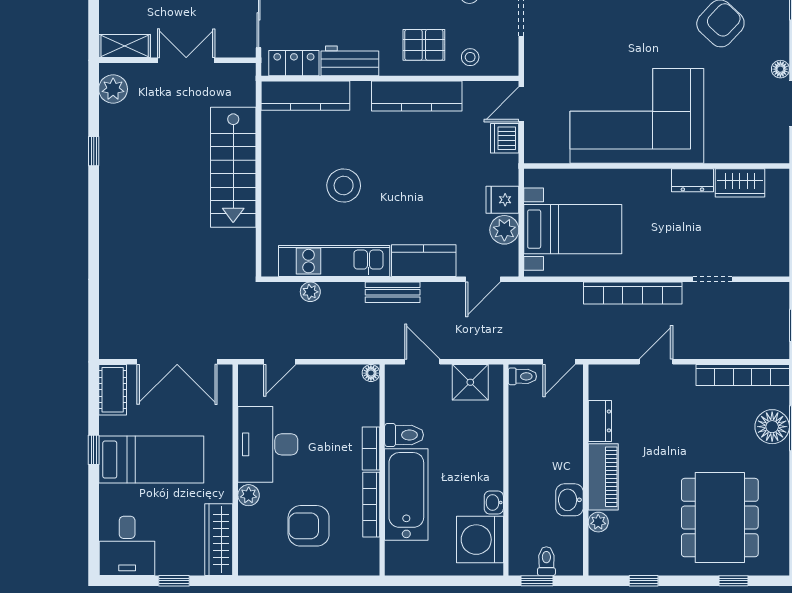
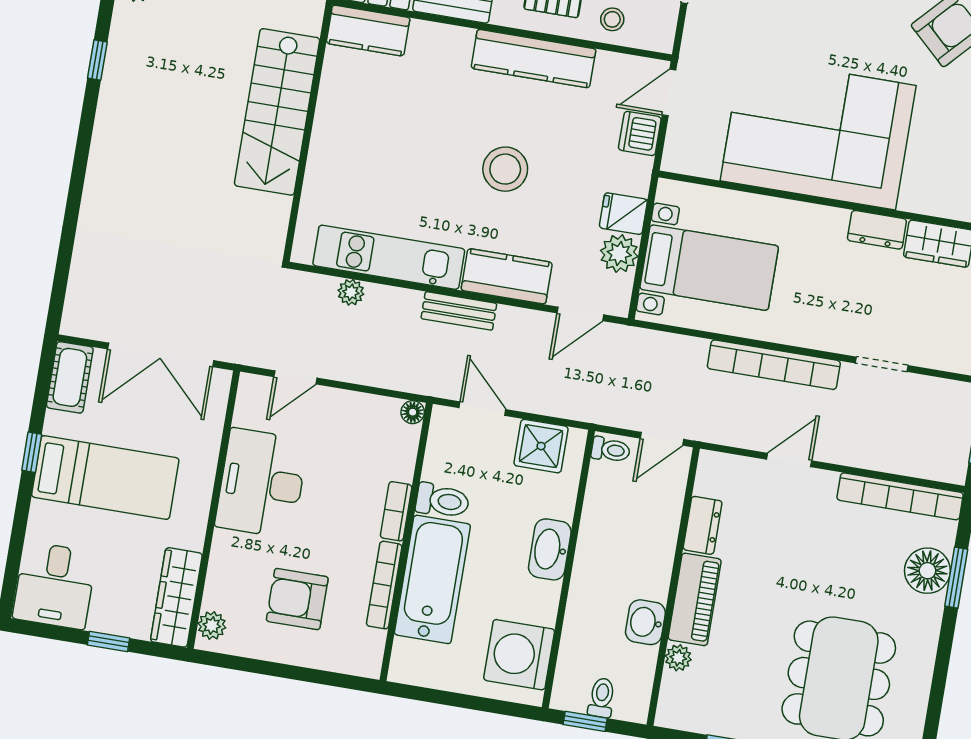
kitchen counter: (305, 96) -> (368, 31), width x0.67
stool: (344, 186) -> (505, 169), moved
plant: (249, 495) -> (212, 625), moved
washbasin: (494, 502) -> (550, 549), moved, width x1.91, depth x1.45

